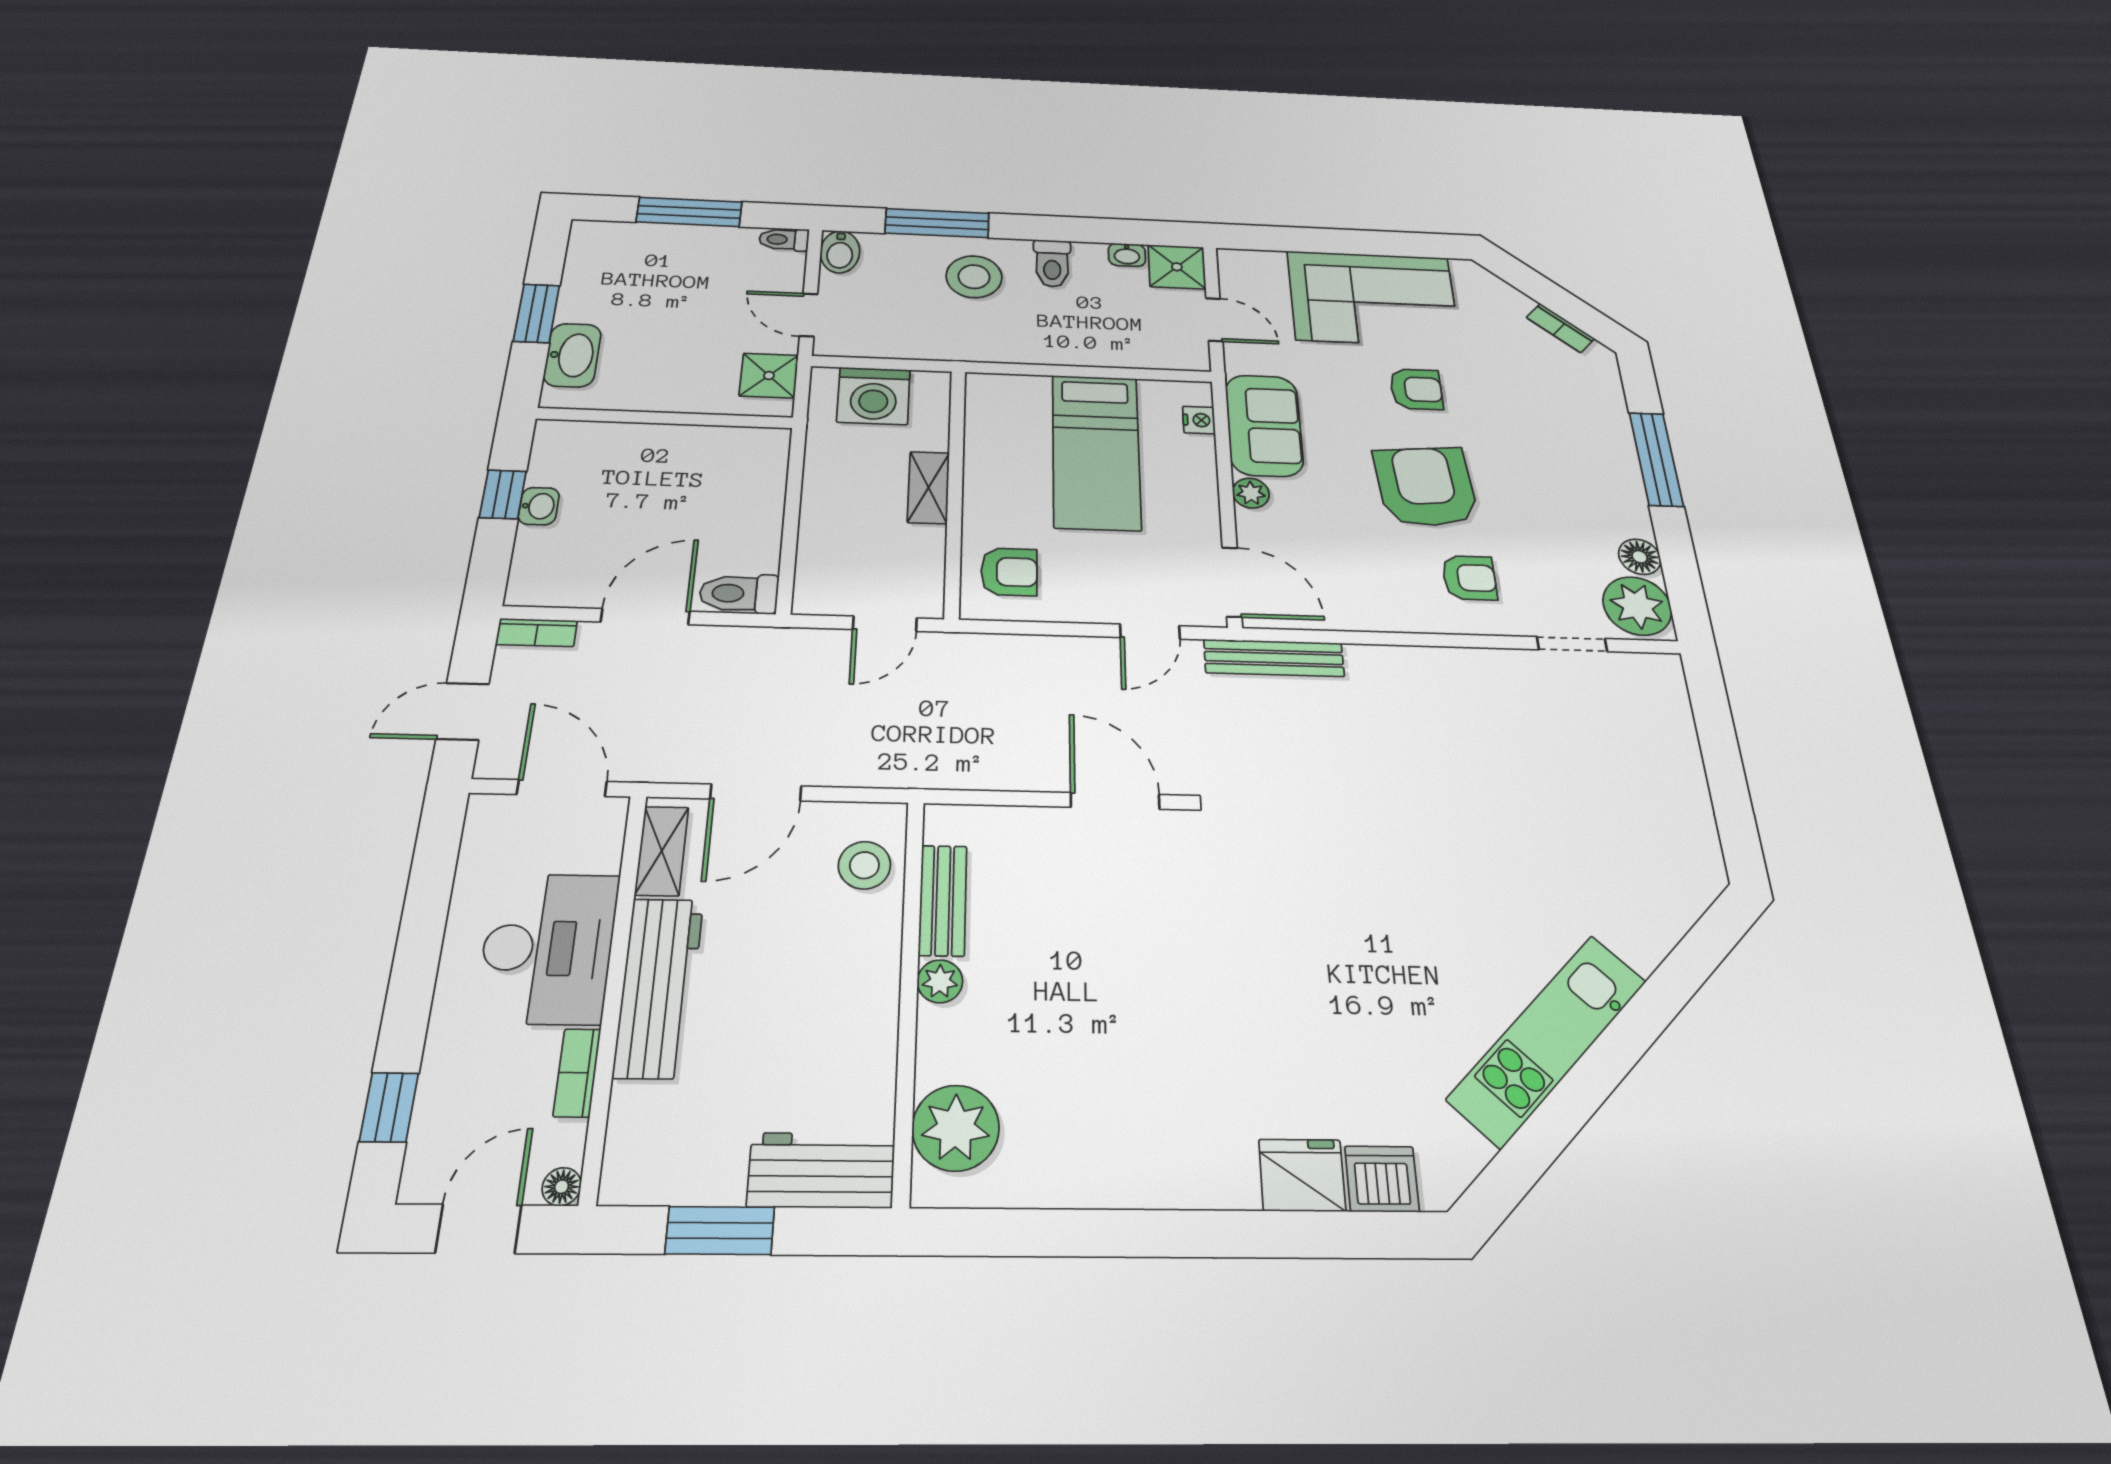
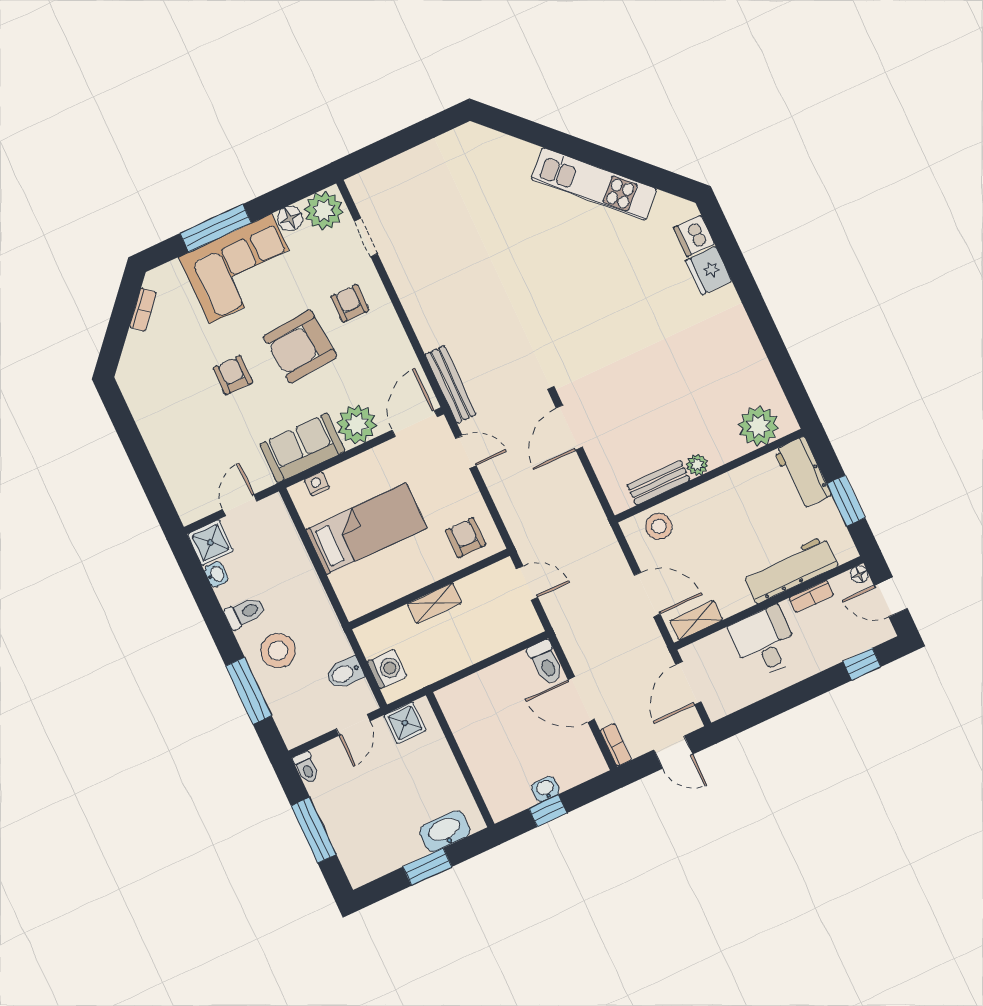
bidet: (840, 252) -> (345, 673), moved, turned 180
corner sofa: (1373, 298) -> (241, 269), moved, turned 90
washing machine: (874, 396) -> (387, 669), width x0.73, depth x0.73
plant: (1251, 493) -> (357, 424), width x1.88, depth x1.88
desk: (548, 948) -> (765, 642), width x0.73
workbench: (659, 987) -> (790, 570), moved

